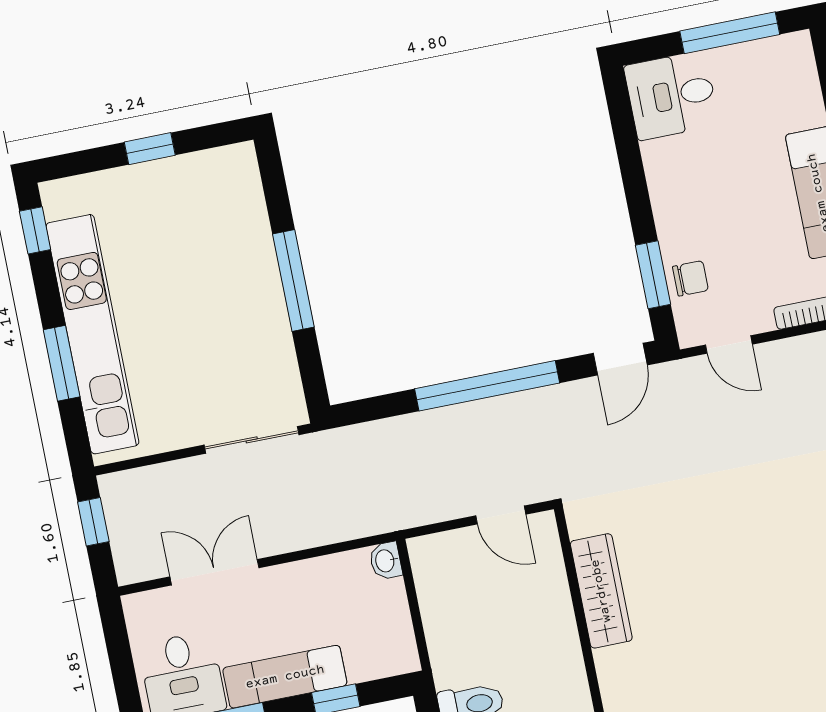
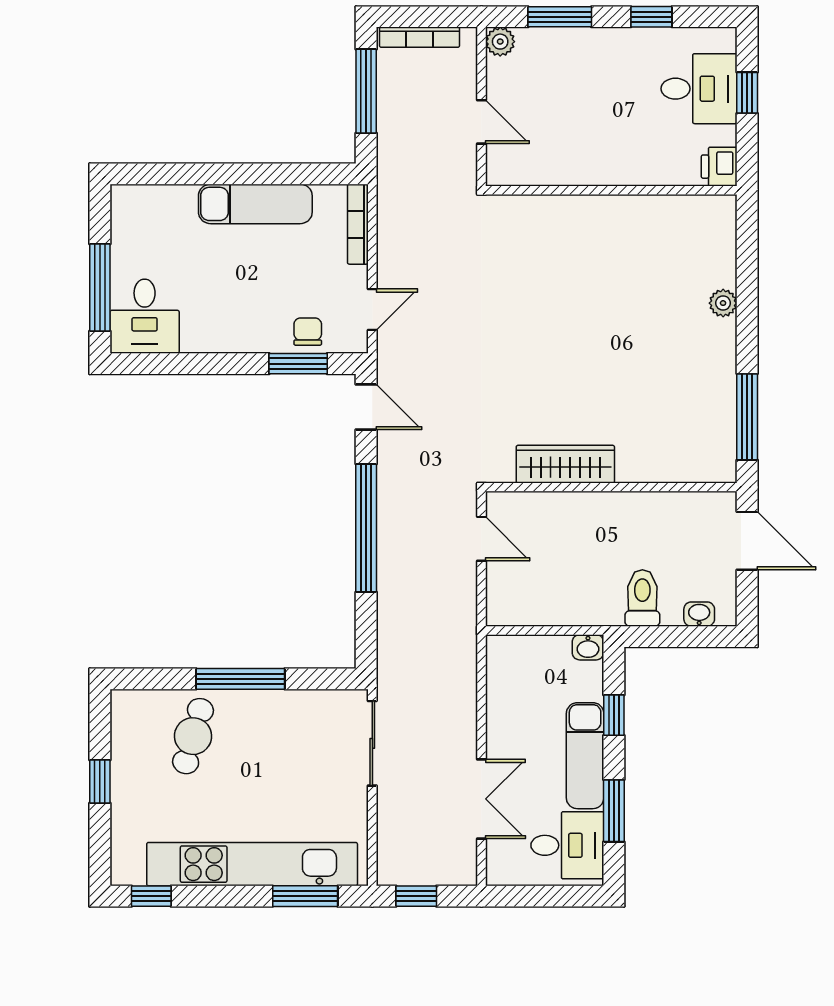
window: (730, 33) -> (100, 288), moved
cafe table: (220, 241) -> (193, 736), added
window: (62, 363) -> (305, 896), moved
door: (501, 515) -> (481, 539), hinge flipped
washbasin: (386, 561) -> (588, 647), moved
double door: (214, 572) -> (481, 799), swing flipped

